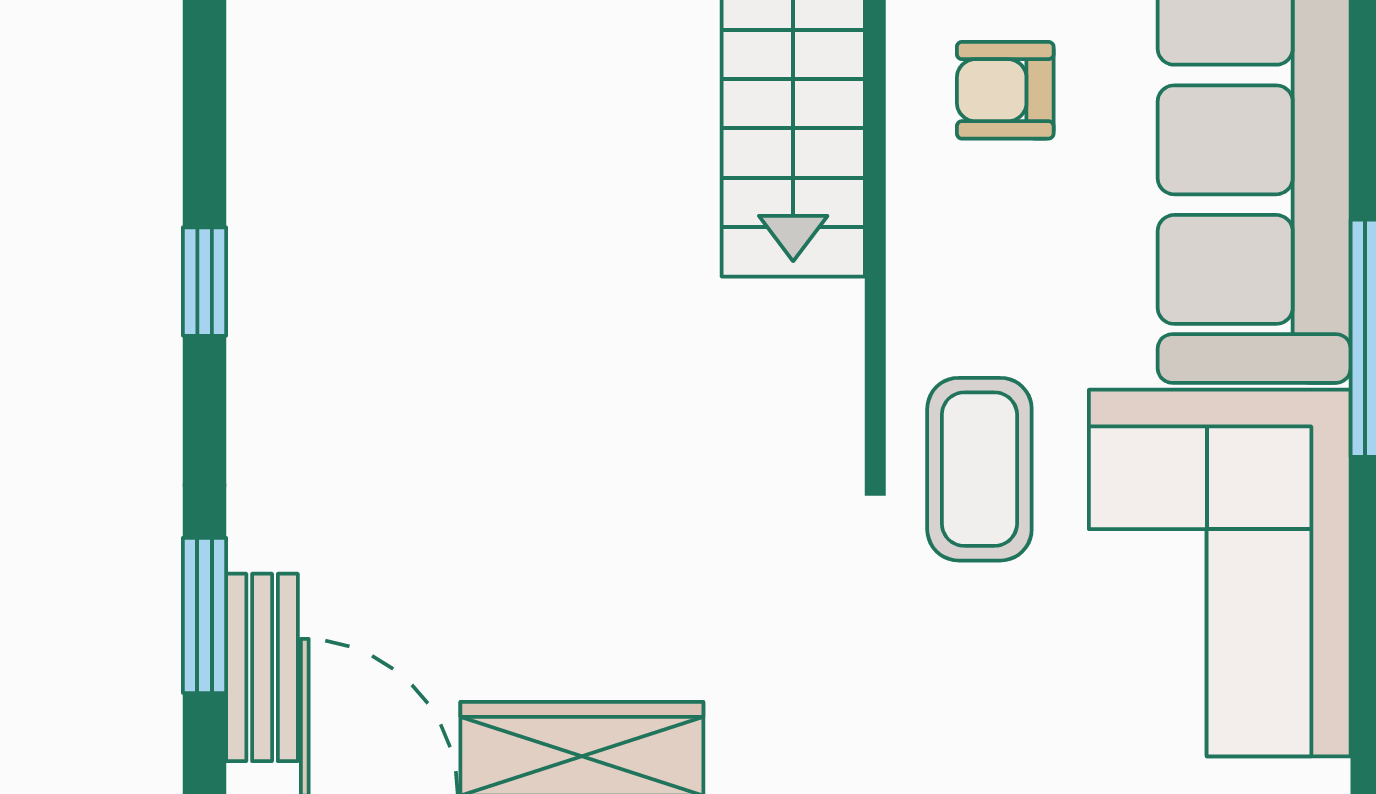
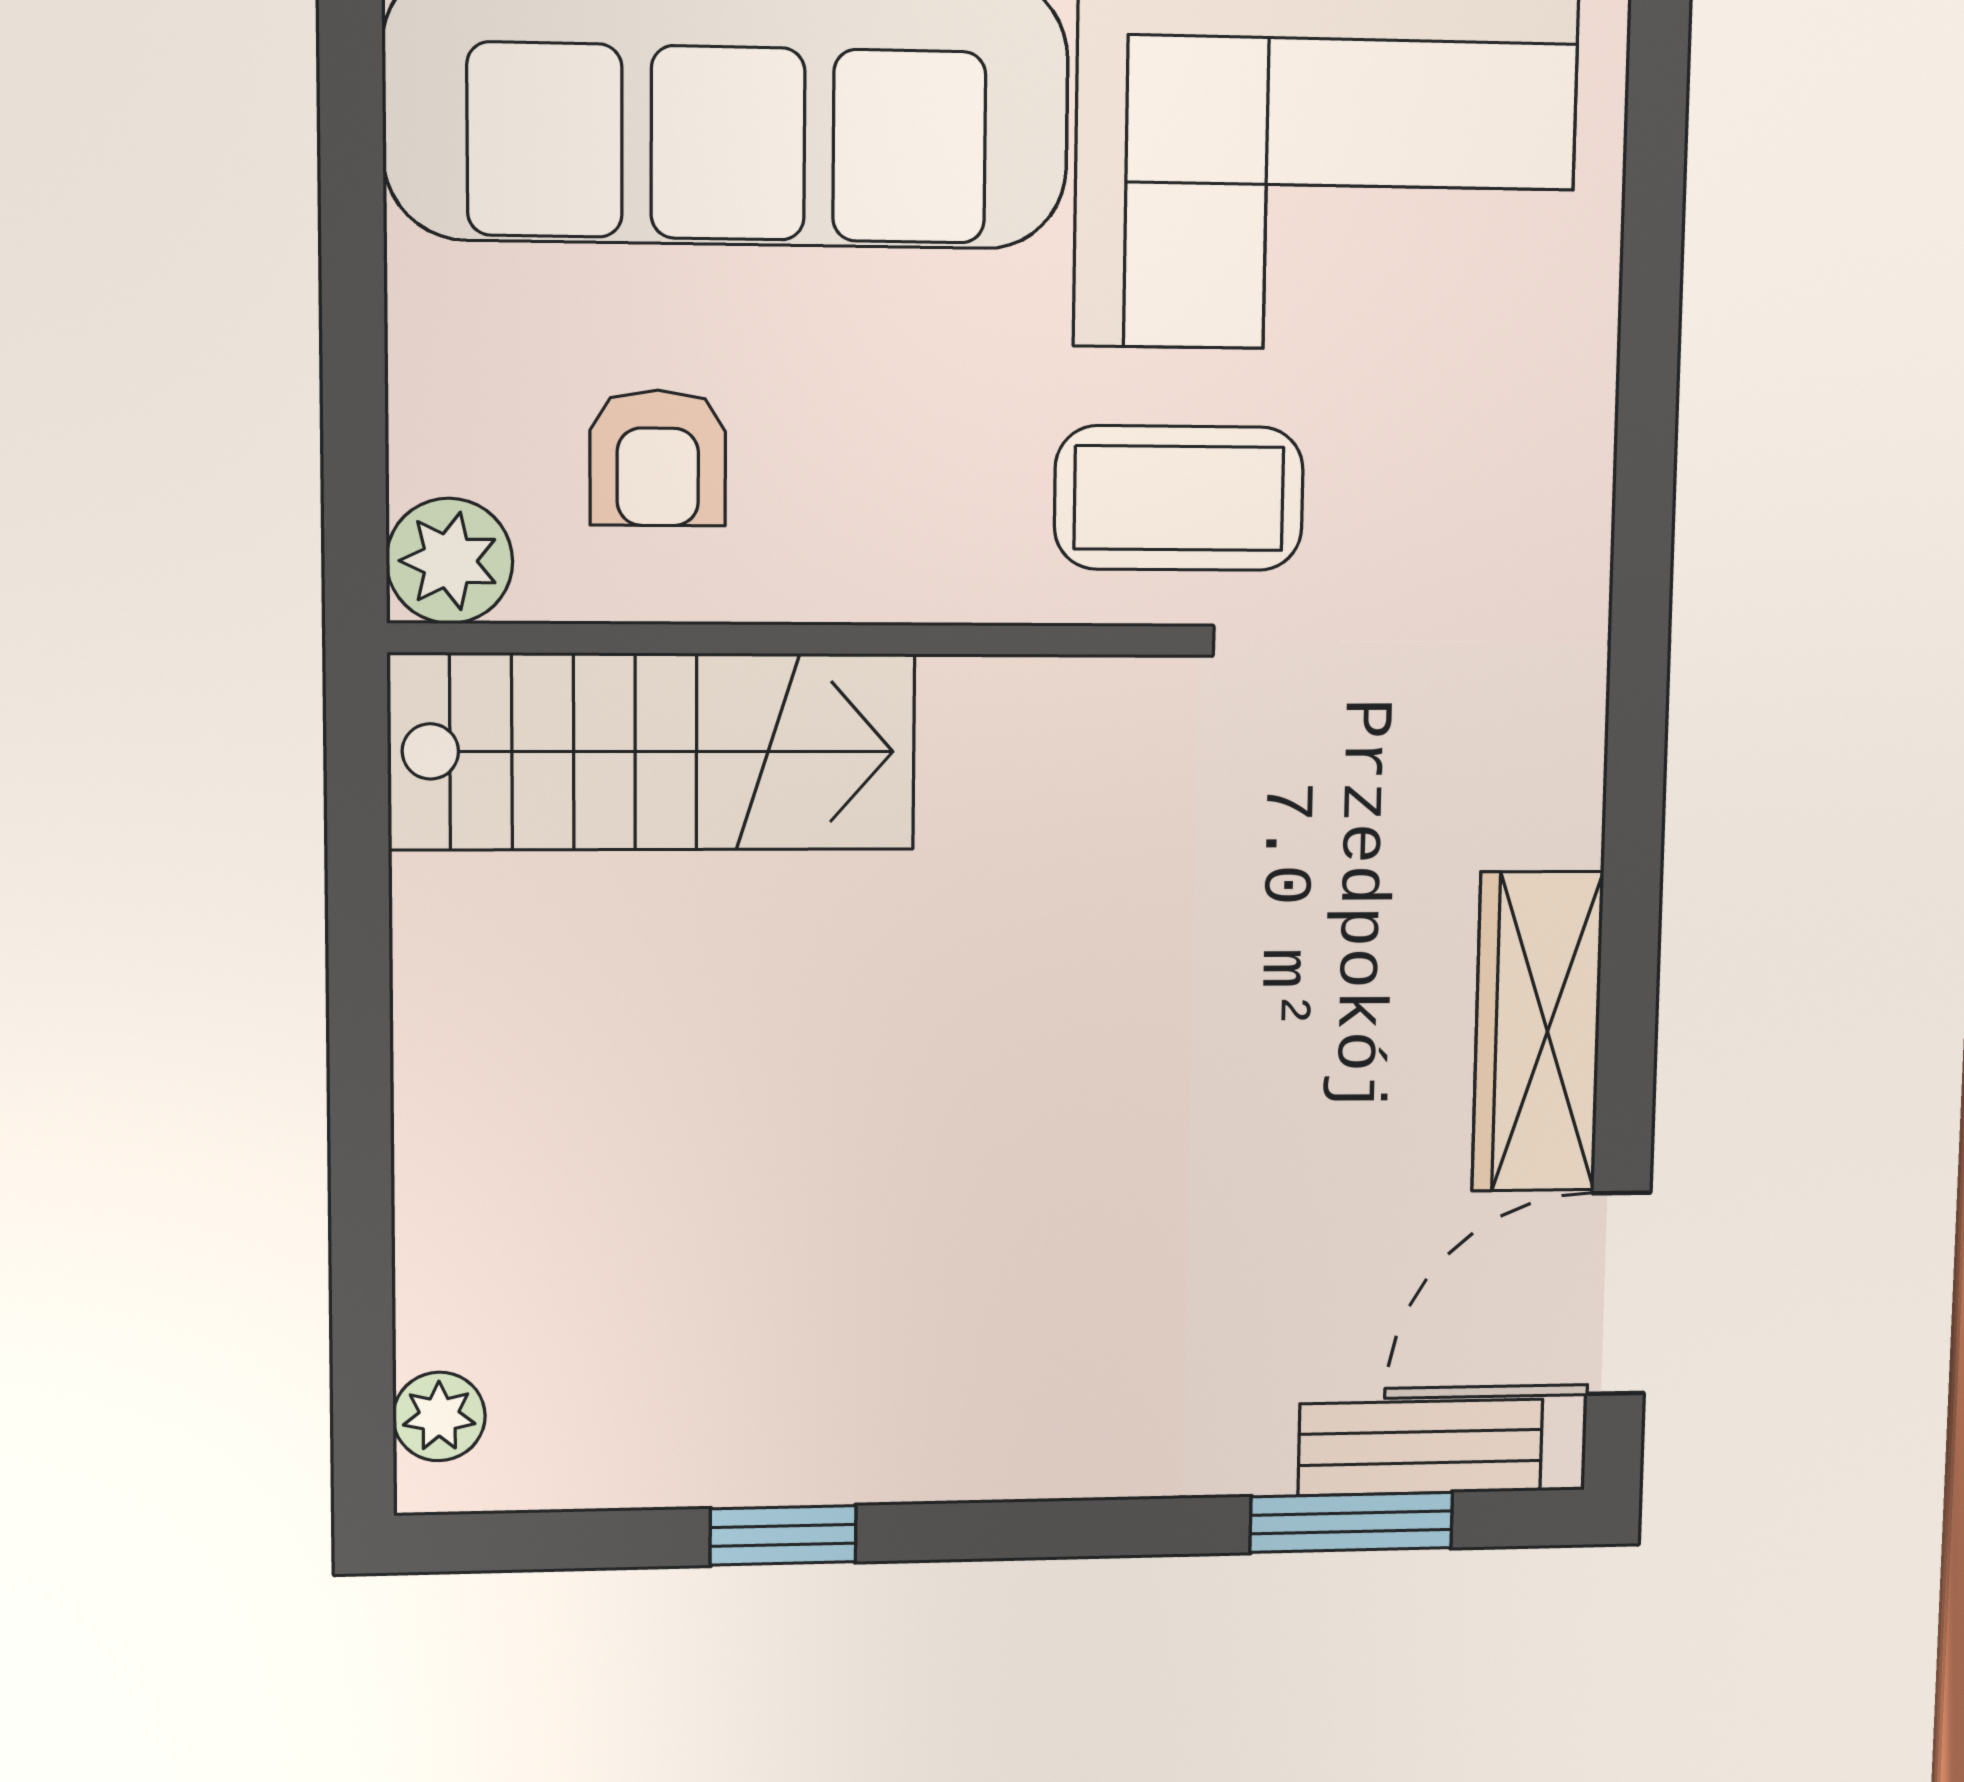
window: (205, 282) -> (783, 1535), moved

